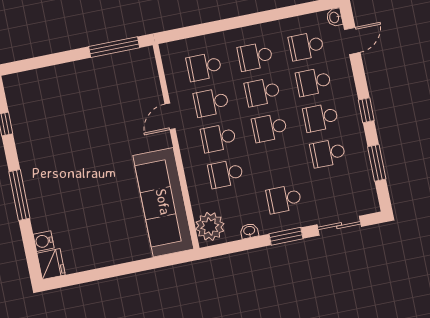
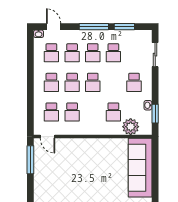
window: (366, 110) -> (94, 27), width x2.17
door: (170, 116) -> (47, 137), moved
school desk: (218, 138) -> (93, 112), removed
sofa: (163, 202) -> (140, 168), moved, turned 90
plant: (210, 226) -> (131, 127), moved
window: (286, 236) -> (155, 114), moved

